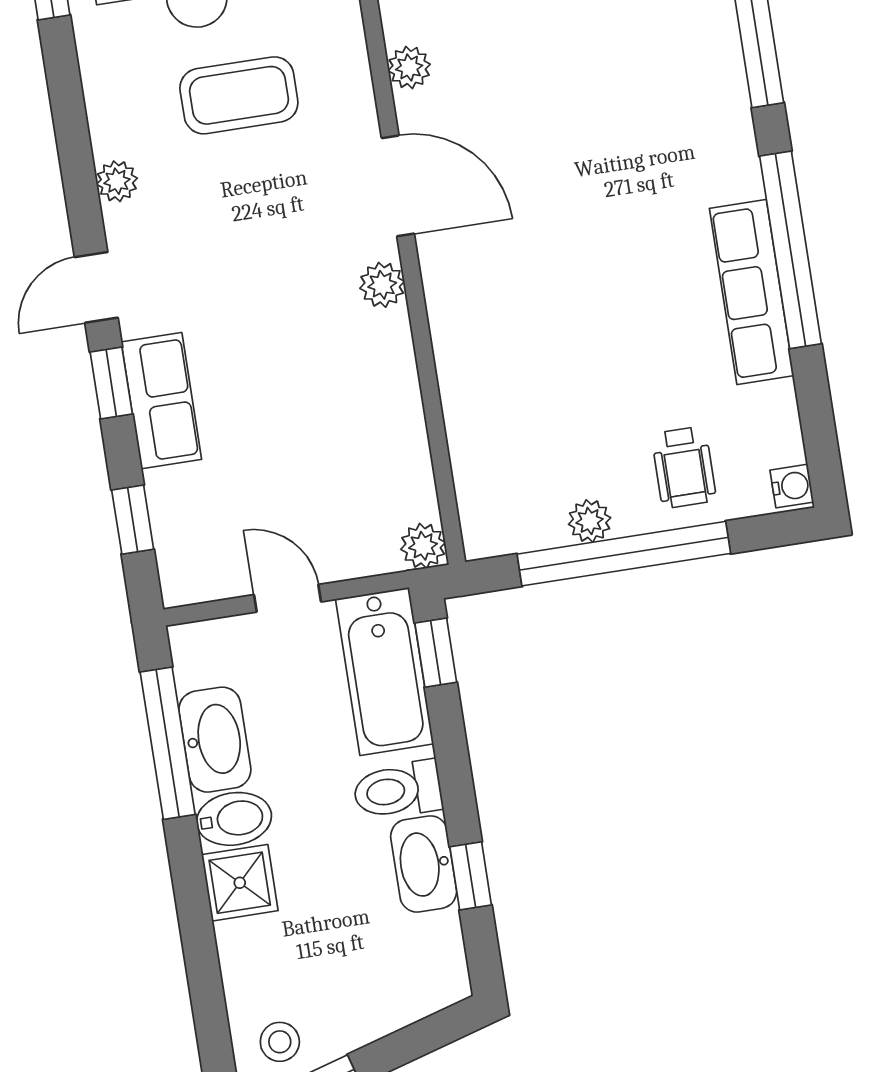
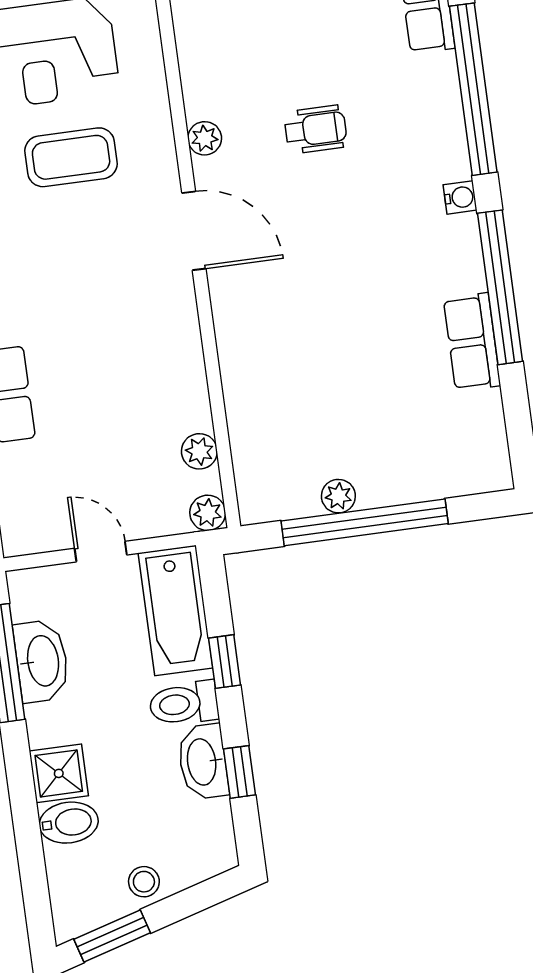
plant: (382, 285) -> (199, 451), moved
row of seats: (752, 292) -> (472, 342), width x0.68
wheelchair: (684, 467) -> (316, 129), moved, turned -90
water cooler: (792, 486) -> (460, 197), moved
window: (436, 653) -> (225, 662), moved
bidet: (234, 819) -> (69, 823), moved
stool: (280, 1042) -> (144, 882), moved

